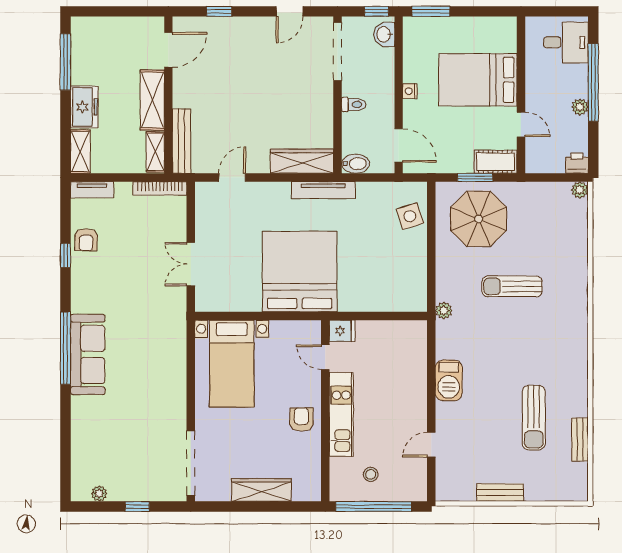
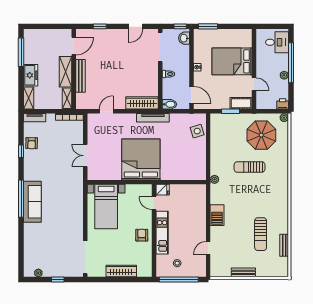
bench: (182, 141) -> (80, 76), moved
parasol: (479, 219) -> (261, 135), moved

